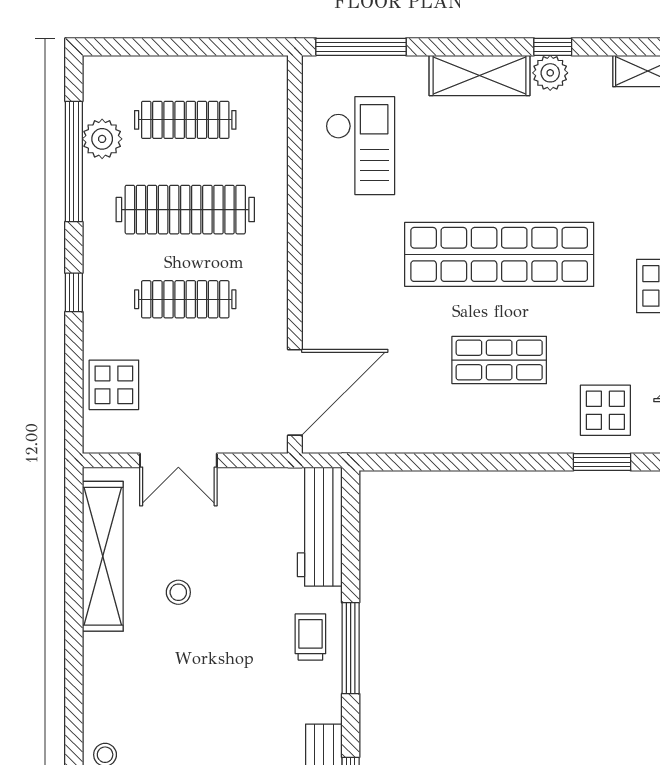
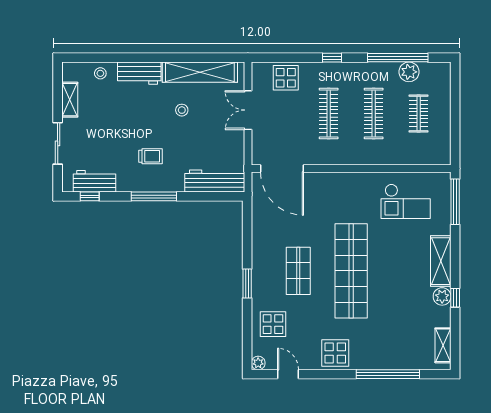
clothes rail: (185, 120) -> (419, 114), width x0.73
clothes rail: (185, 210) -> (374, 114), width x0.73, depth x0.76
window: (602, 462) -> (247, 283), moved
trolley: (310, 637) -> (151, 156), moved
workbench: (105, 677) -> (139, 73), added

